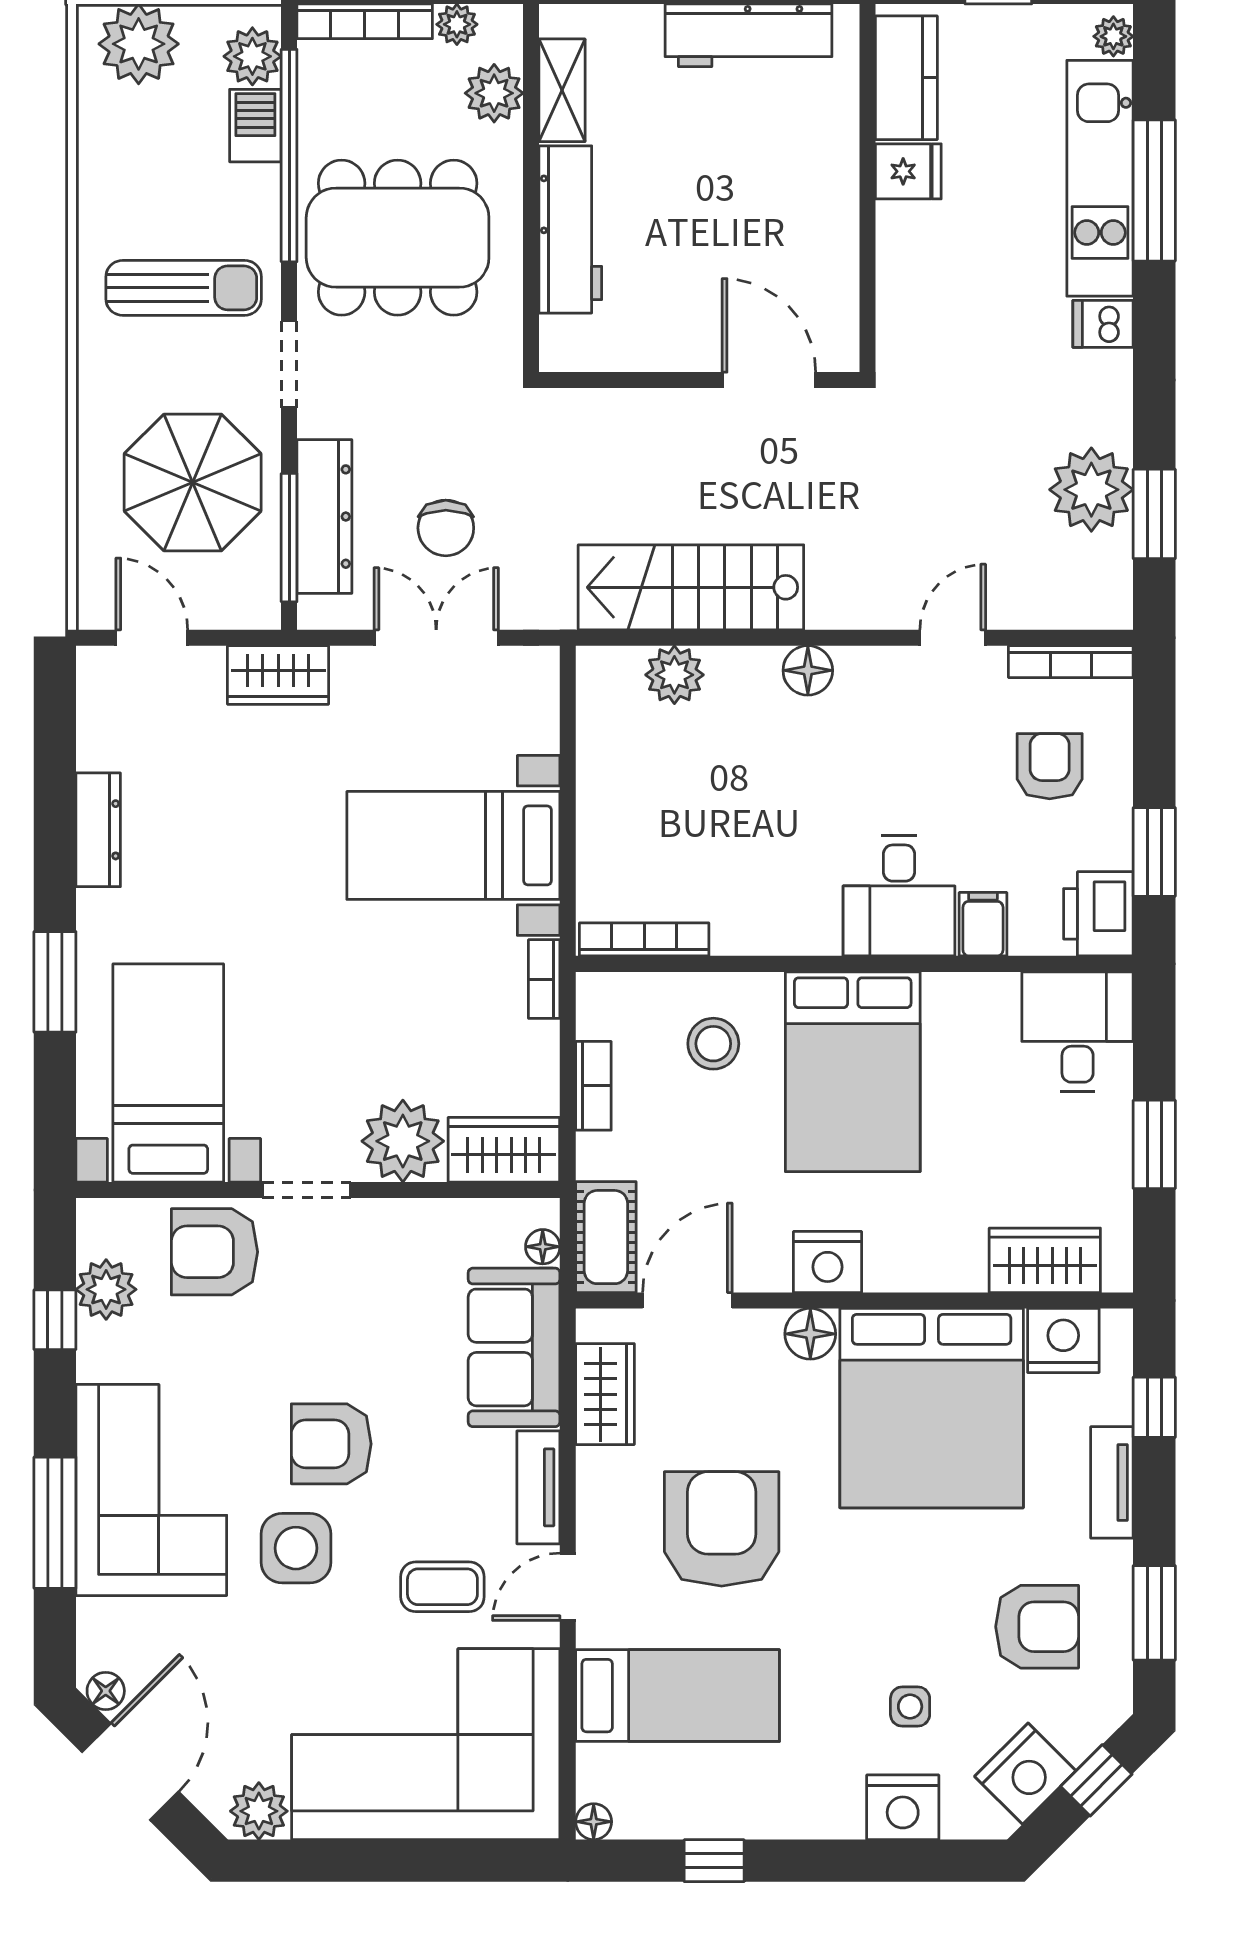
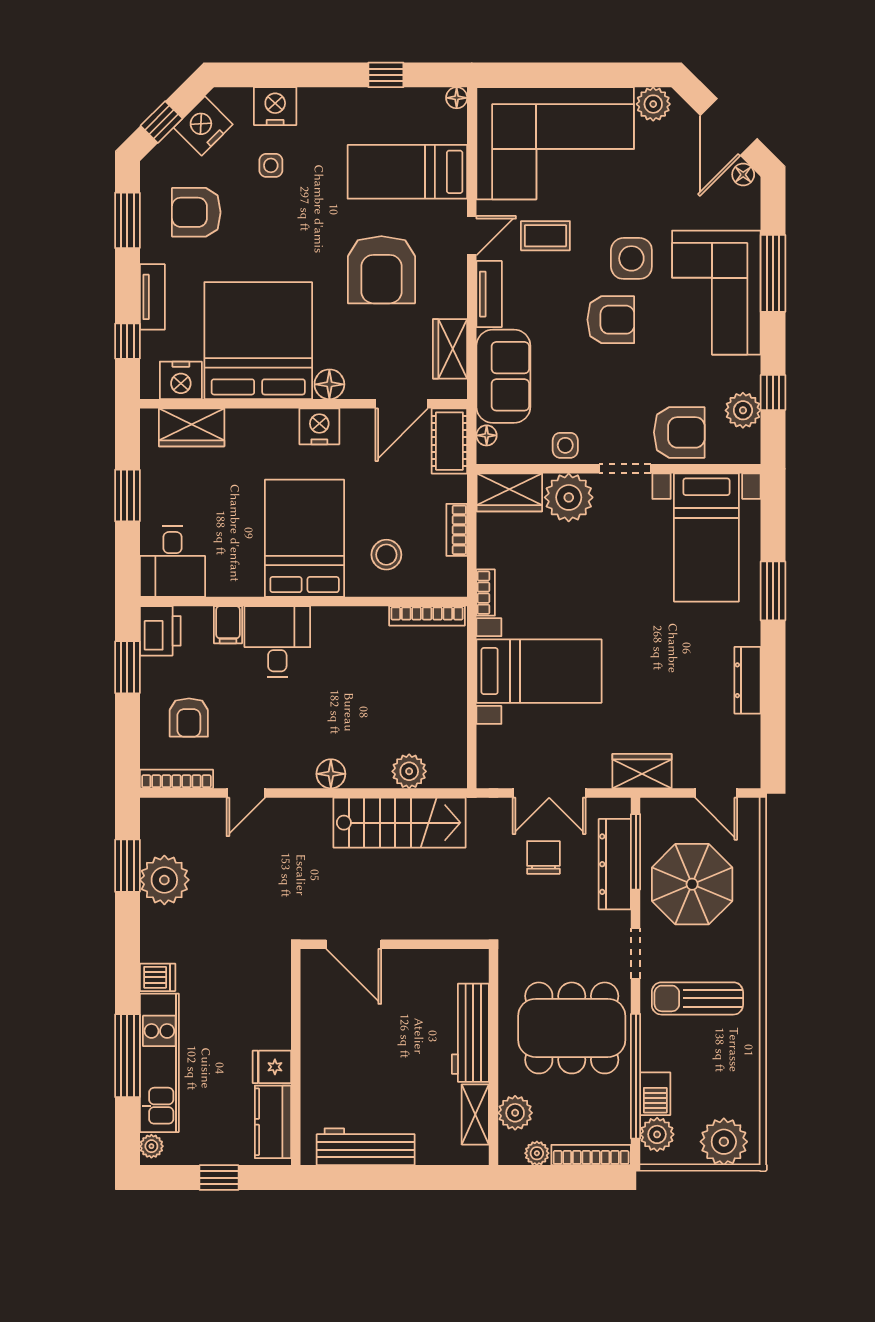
side table: (409, 1230) -> (565, 445), added

